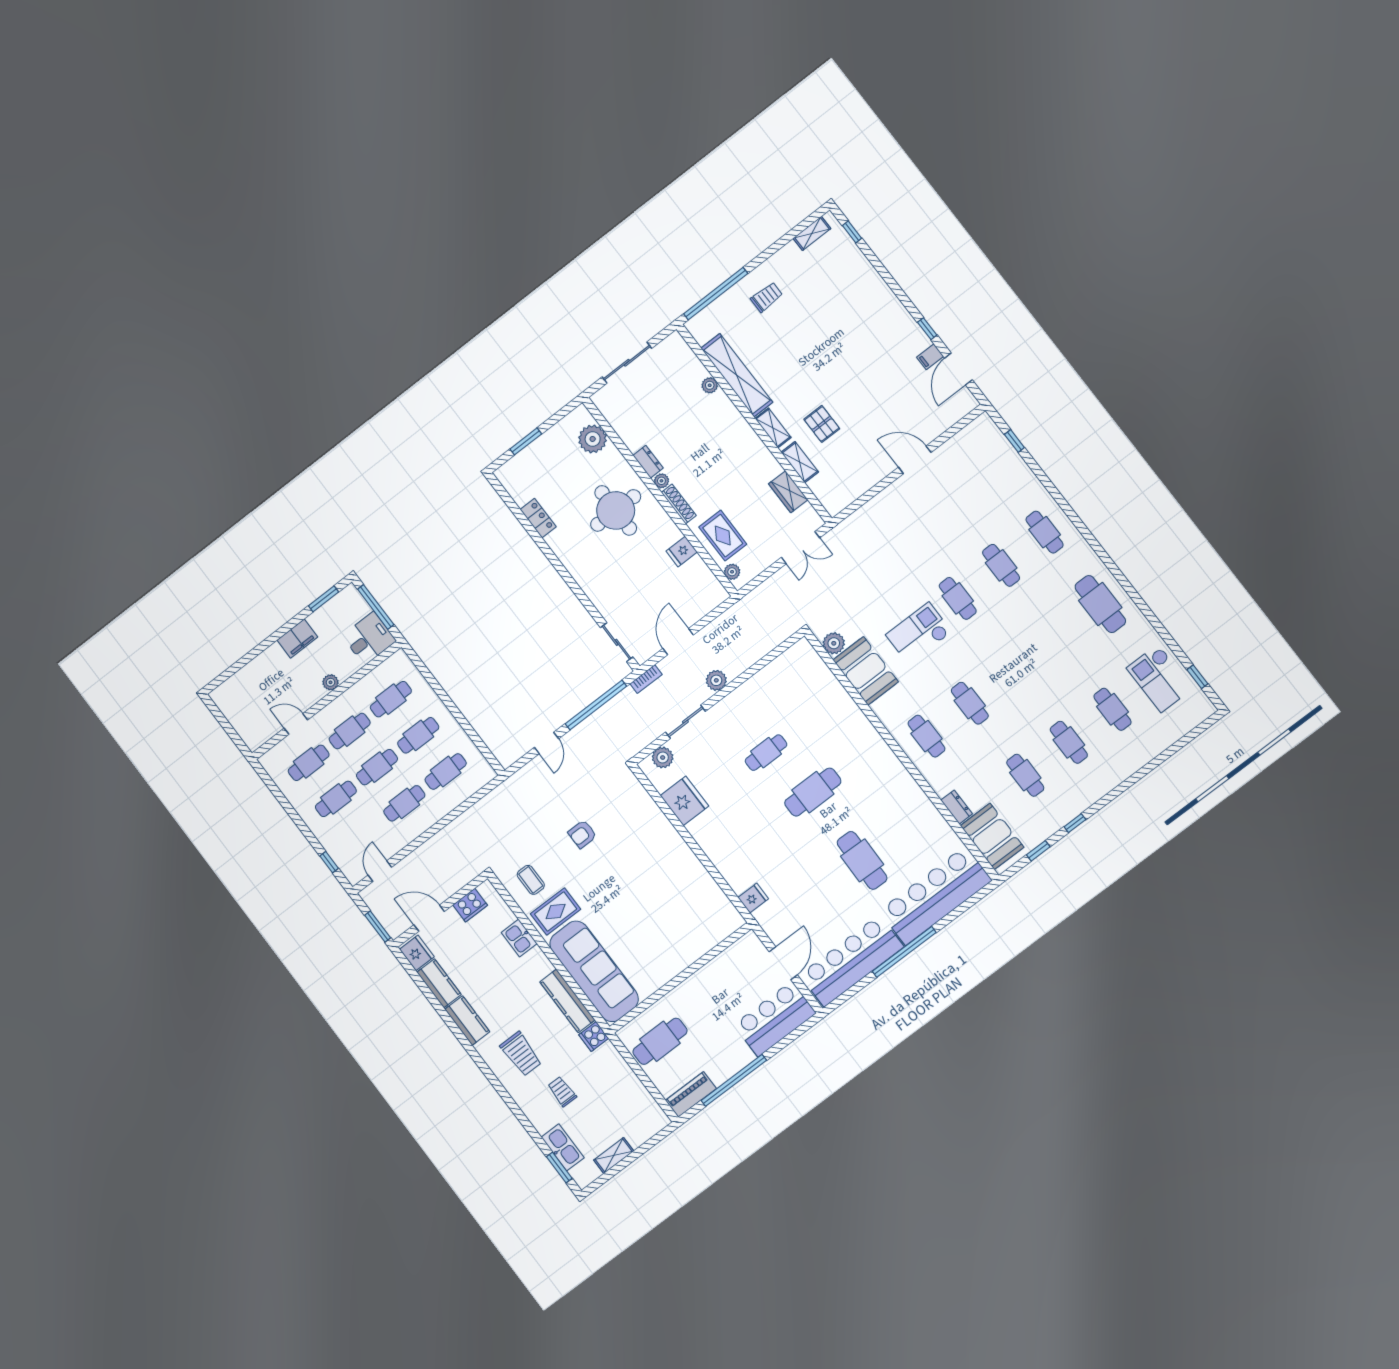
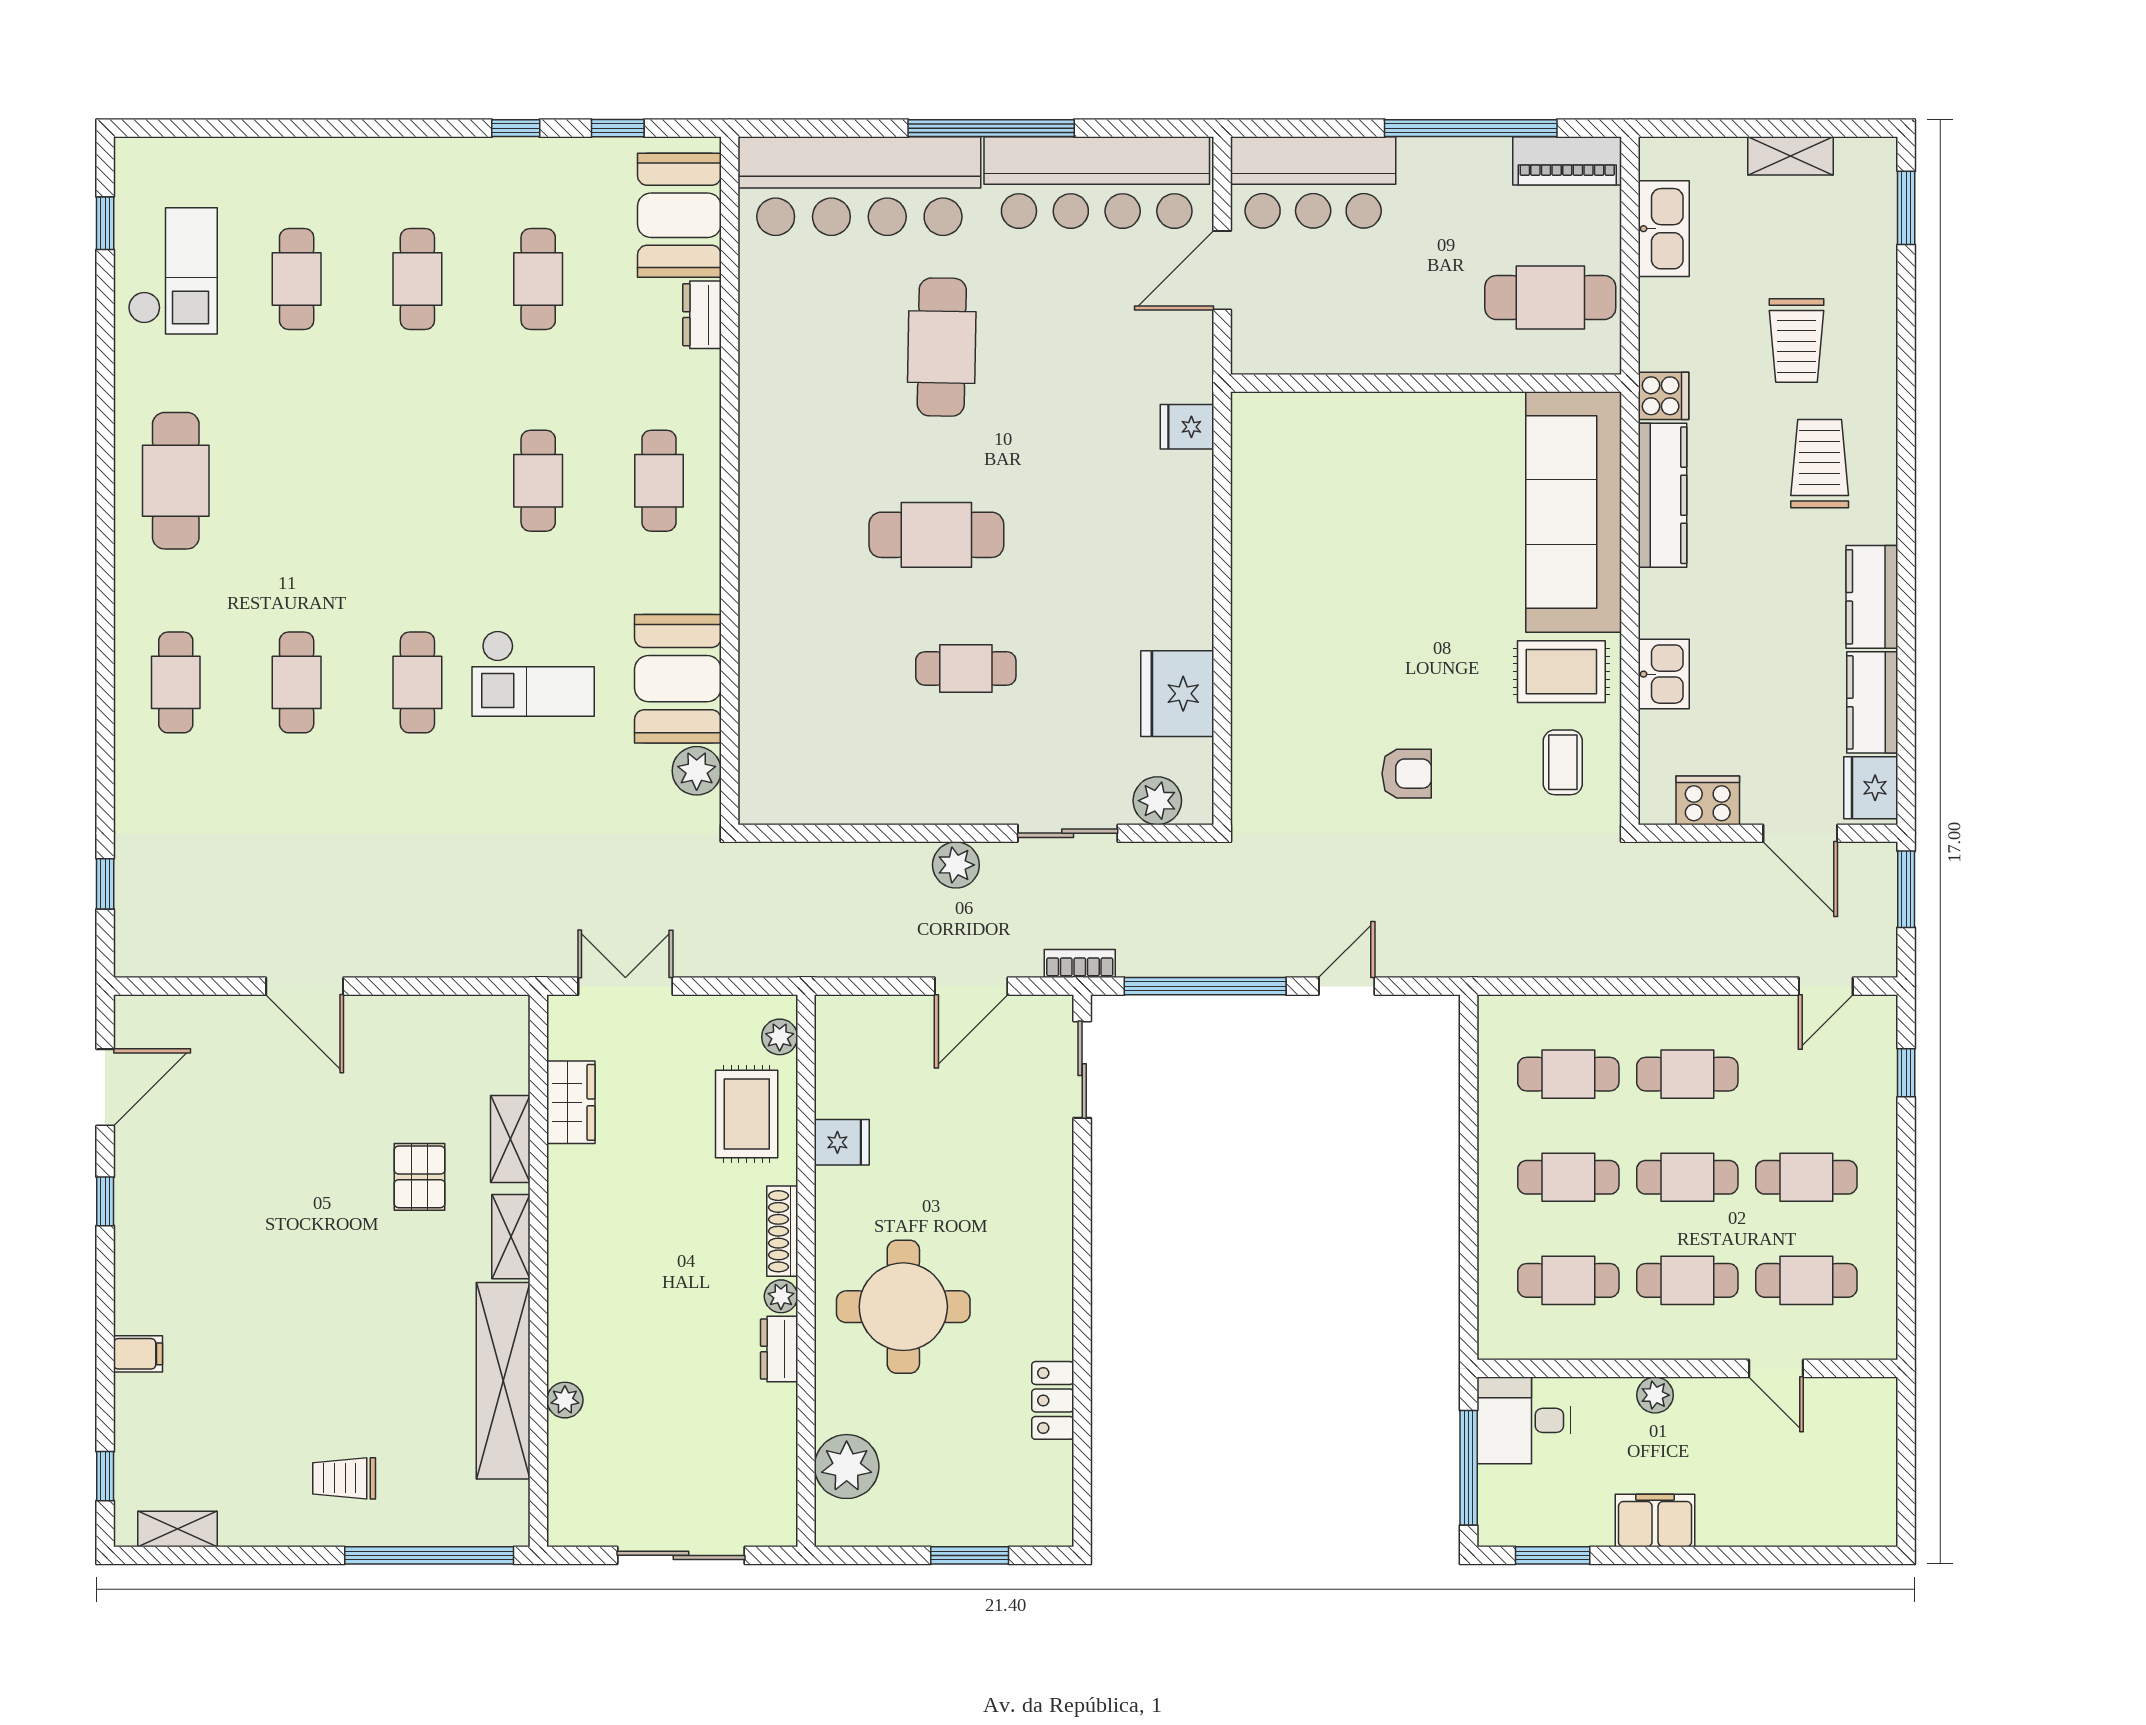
filing cabinet: (930, 357) -> (138, 1354), moved
trolley: (562, 1091) -> (1797, 340), width x1.36, depth x1.39
kitchen sink: (563, 1147) -> (1664, 229), moved, turned 180

